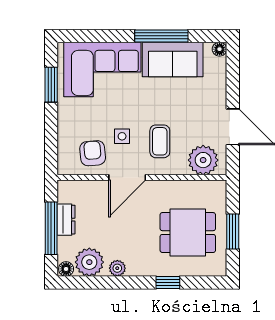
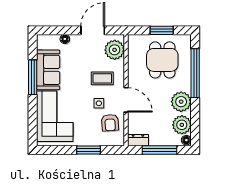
floor lamp: (220, 49) -> (65, 39), moved
window: (51, 85) -> (88, 150), moved
armchair: (93, 153) -> (110, 123), turned -89
dresser: (66, 220) -> (138, 140), moved
plant: (117, 268) -> (181, 102), width x1.88, depth x1.88
window: (168, 282) -> (195, 73), width x3.17

